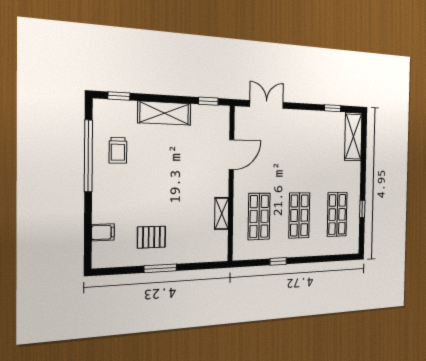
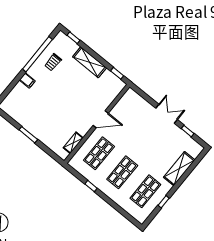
double door: (267, 104) -> (167, 114), moved
shelving: (353, 137) -> (179, 169), moved
door: (232, 155) -> (101, 119), moved
shelving: (222, 214) -> (73, 143), moved
filing cabinet: (103, 232) -> (27, 80), moved
pallet: (151, 237) -> (36, 116), removed

